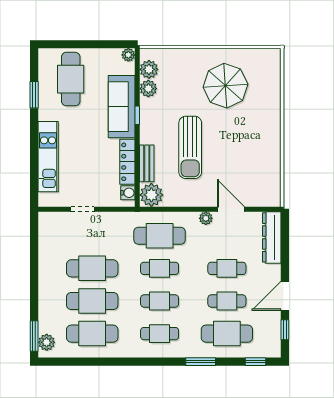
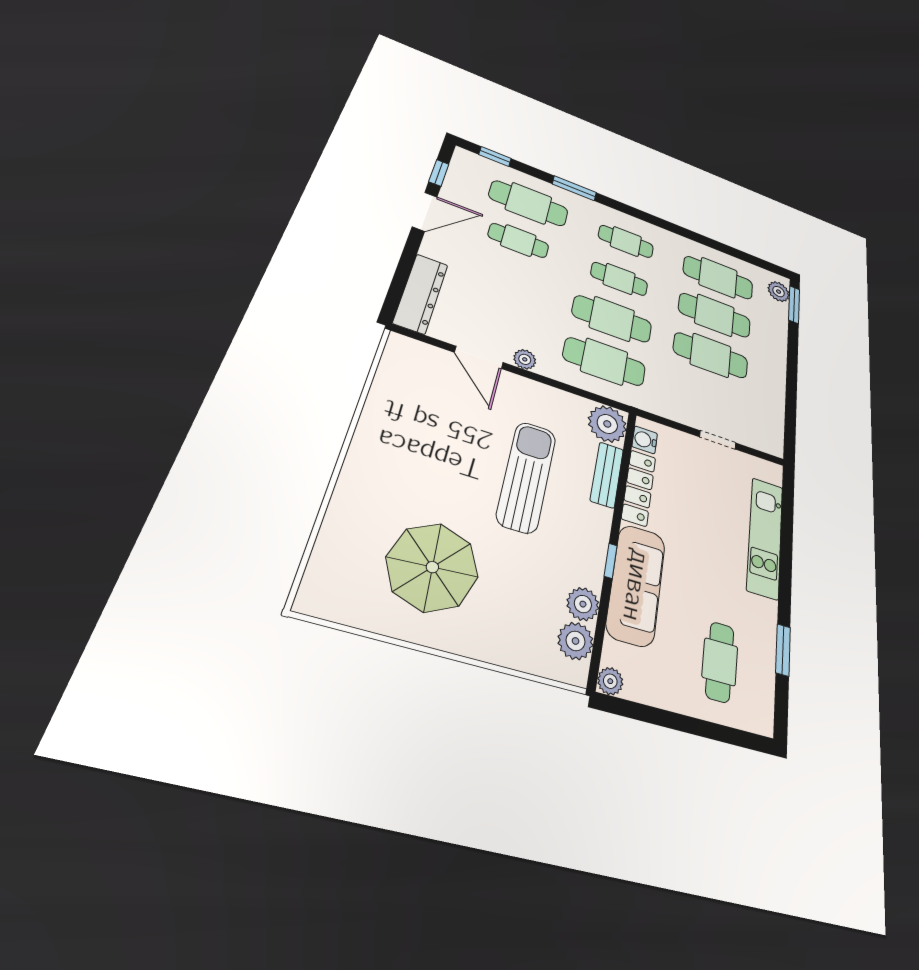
cafe table: (71, 79) -> (720, 662), width x0.73, depth x0.74
cafe table: (160, 268) -> (612, 319), width x1.37, depth x1.35
cafe table: (227, 268) -> (508, 280), removed

